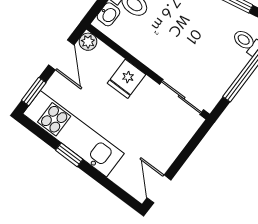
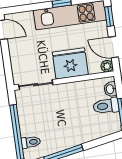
fridge: (127, 79) -> (70, 63), width x1.88, depth x1.34

